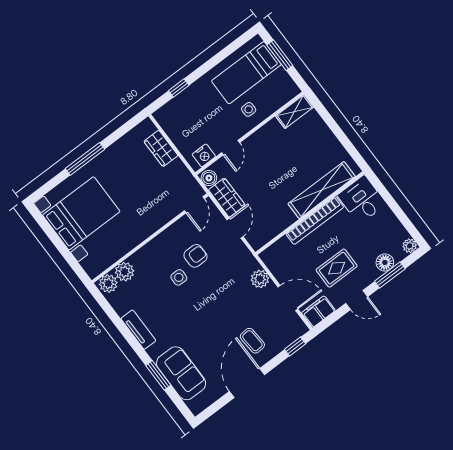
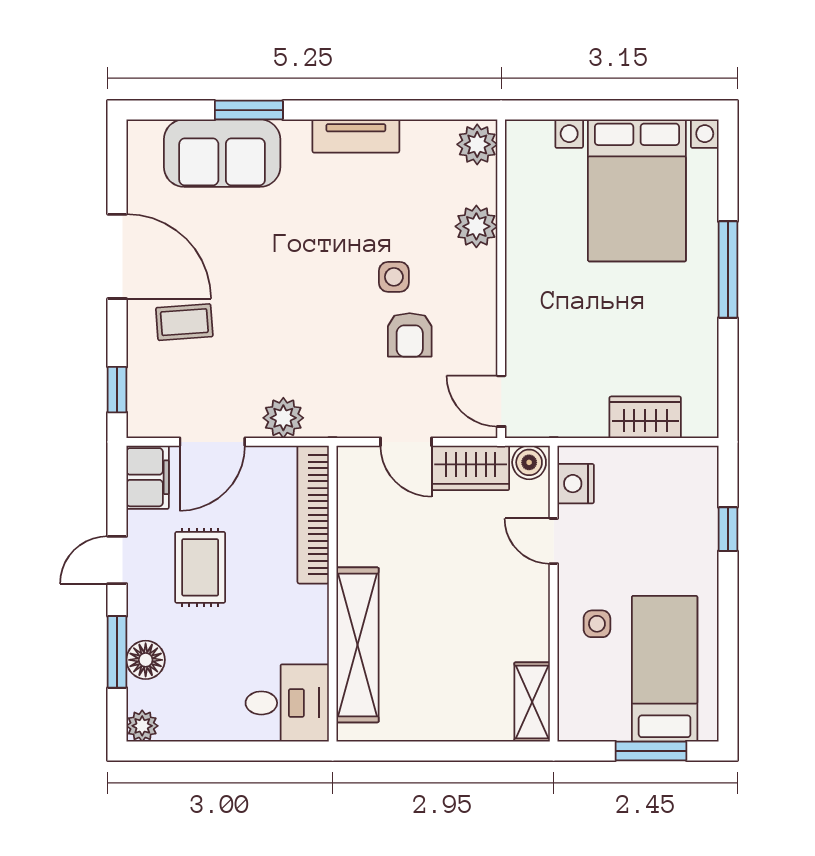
bookcase: (315, 220) -> (313, 515), moved
plant: (125, 272) -> (476, 226), moved

